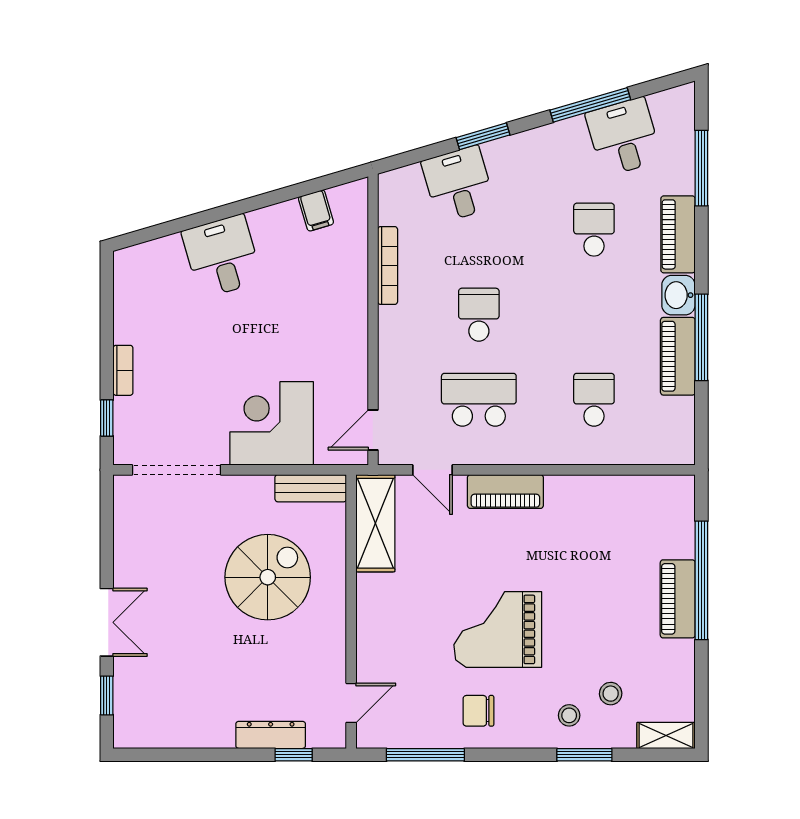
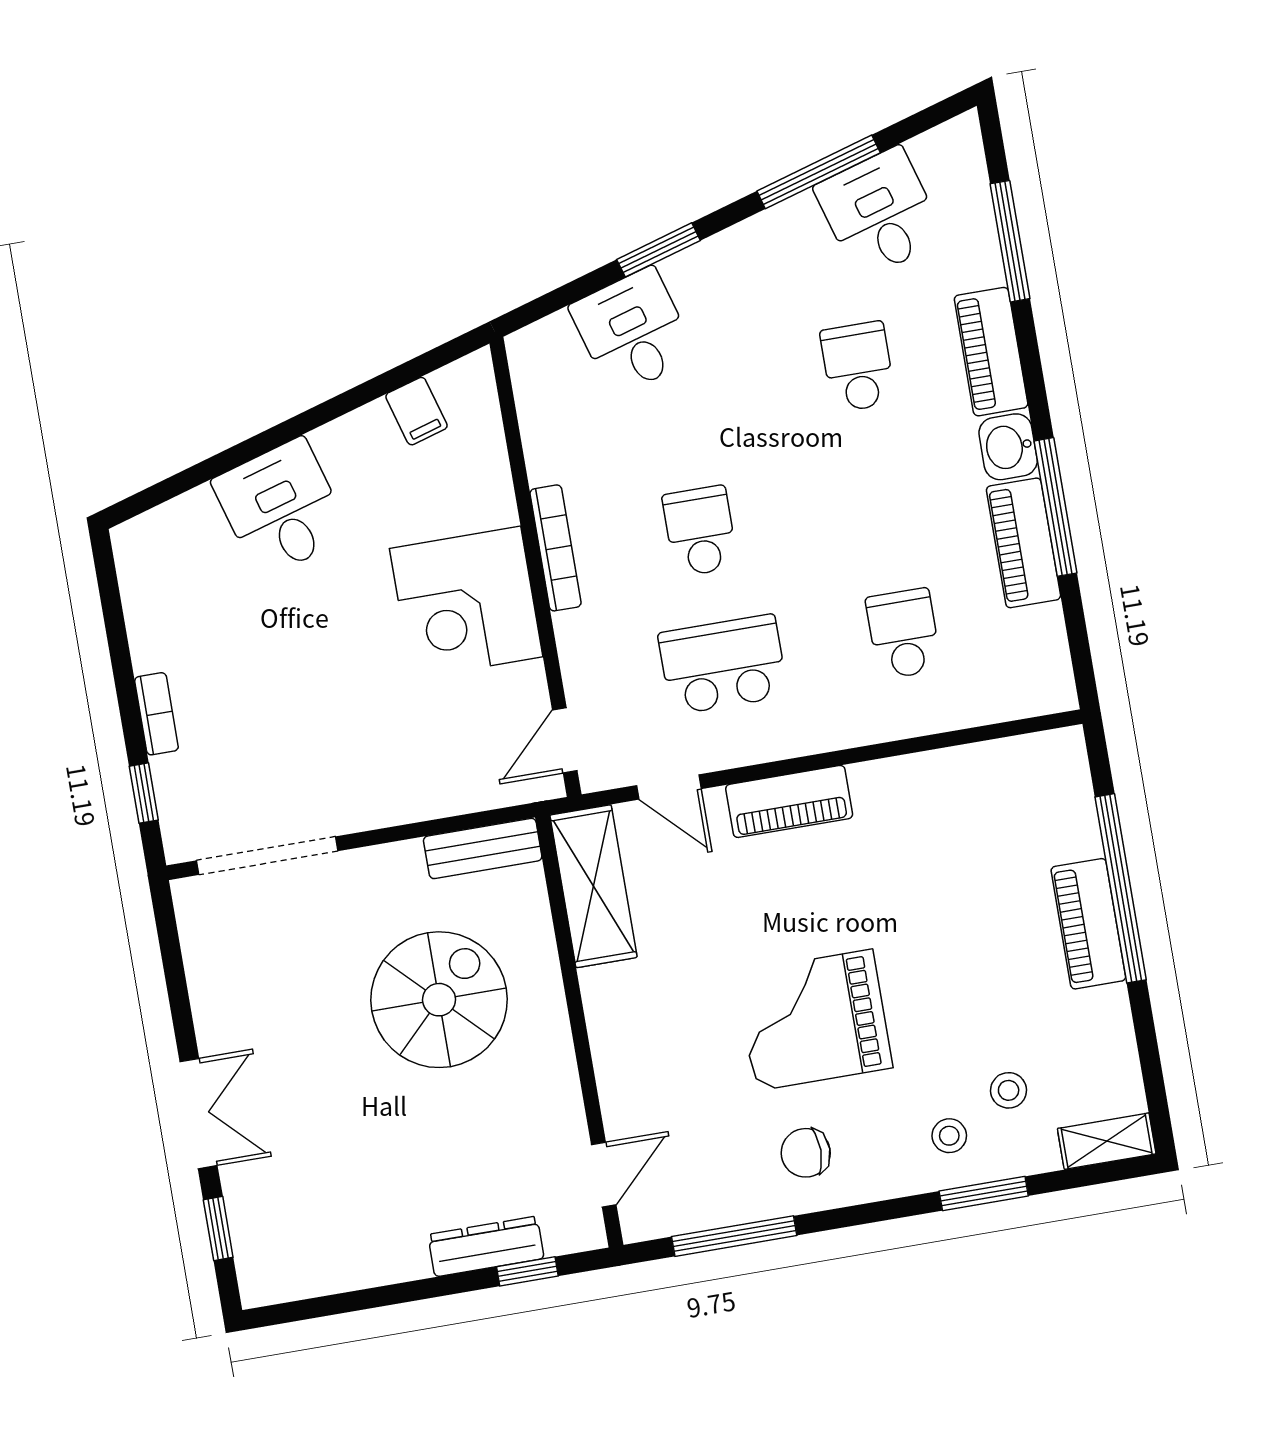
bookcase: (388, 266) -> (556, 548), moved
corner desk: (272, 423) -> (466, 603), moved, turned -90

